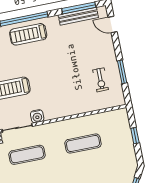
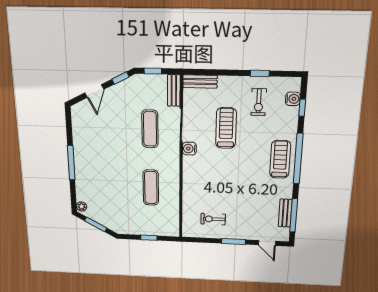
bench: (78, 16) -> (285, 213), width x0.73
door: (113, 25) -> (267, 243), swing flipped
window: (122, 72) -> (234, 242), moved

